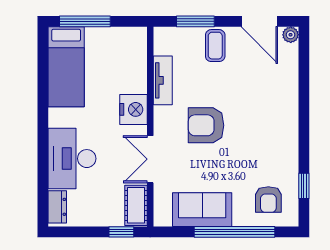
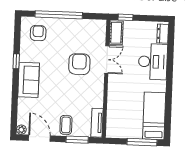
tv unit: (163, 80) -> (97, 123), moved
nightstand: (133, 109) -> (116, 89), removed
armchair: (206, 125) -> (79, 64), moved, turned -90
window: (304, 186) -> (16, 61), moved
sofa: (202, 210) -> (29, 80), moved, turned -90

